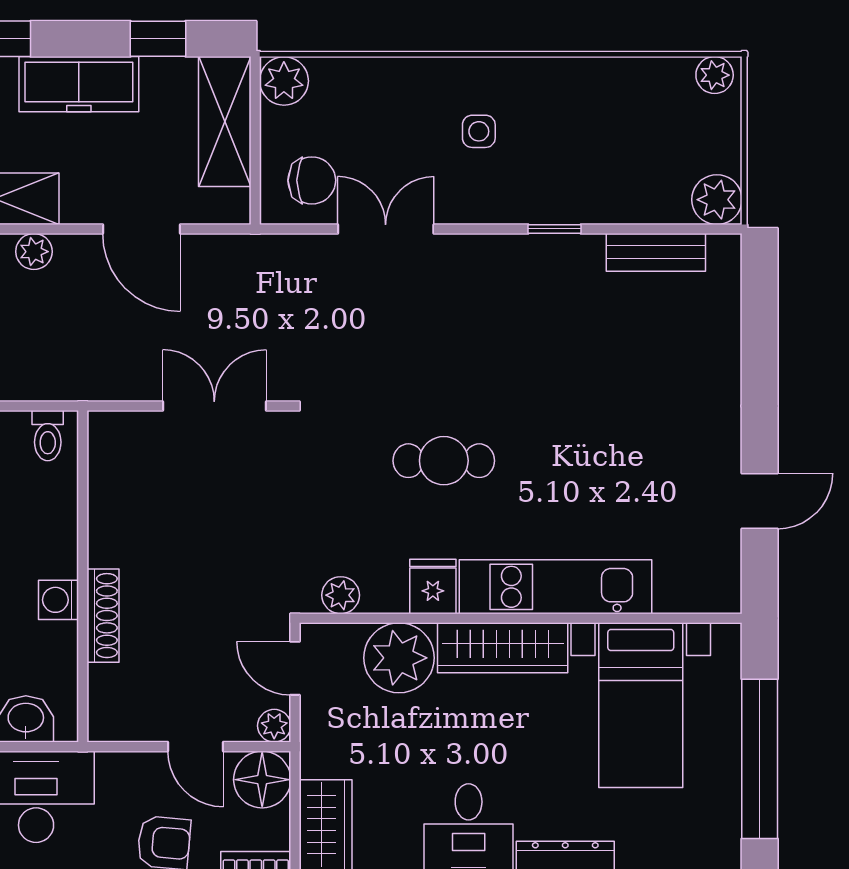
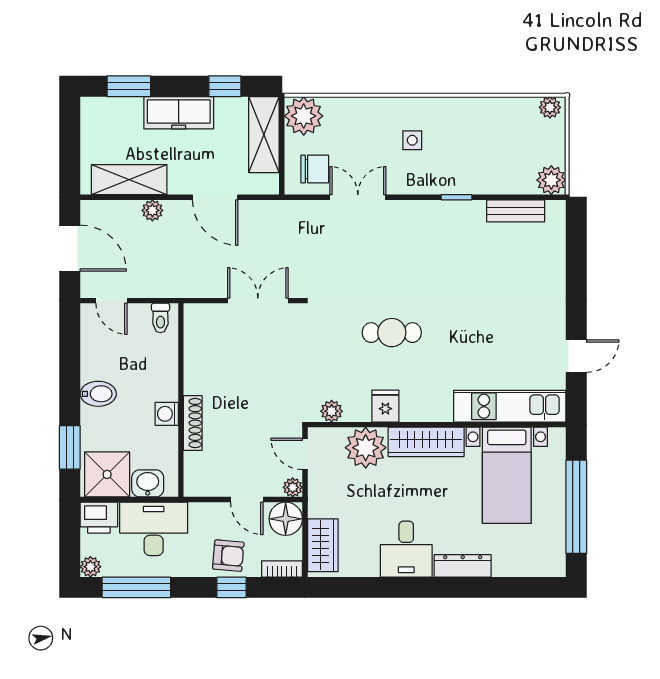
plant: (284, 81) -> (304, 116), width x1.36, depth x1.36
kitchen unit: (556, 587) -> (510, 406), moved

